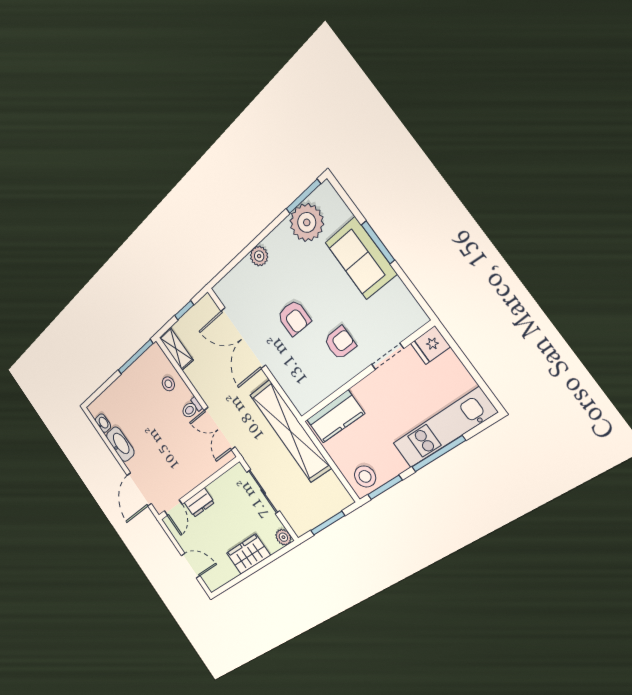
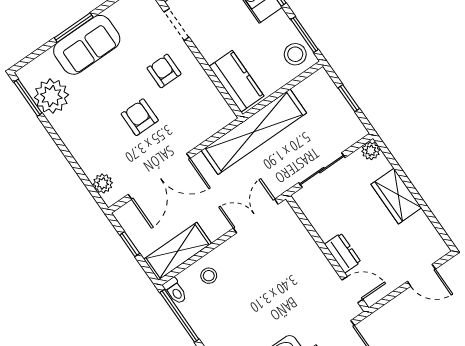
plant: (259, 256) -> (103, 183), moved
armchair: (294, 318) -> (140, 117), turned -90
shelving: (176, 349) -> (177, 251), width x1.50, depth x1.33
toilet: (191, 408) -> (175, 291), moved
double door: (220, 429) -> (256, 216), swing flipped
window: (328, 523) -> (349, 98), width x0.67
door: (191, 566) -> (421, 275), swing flipped

